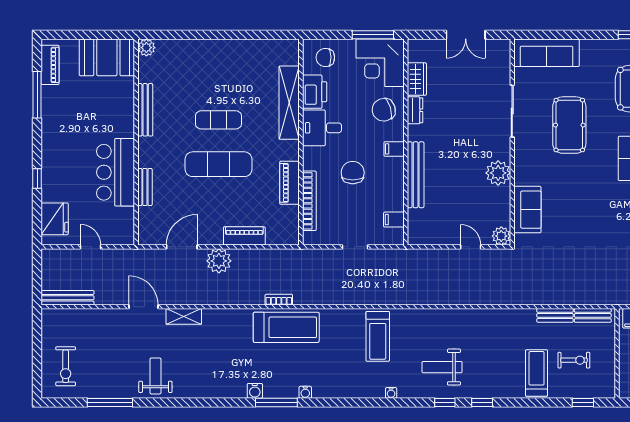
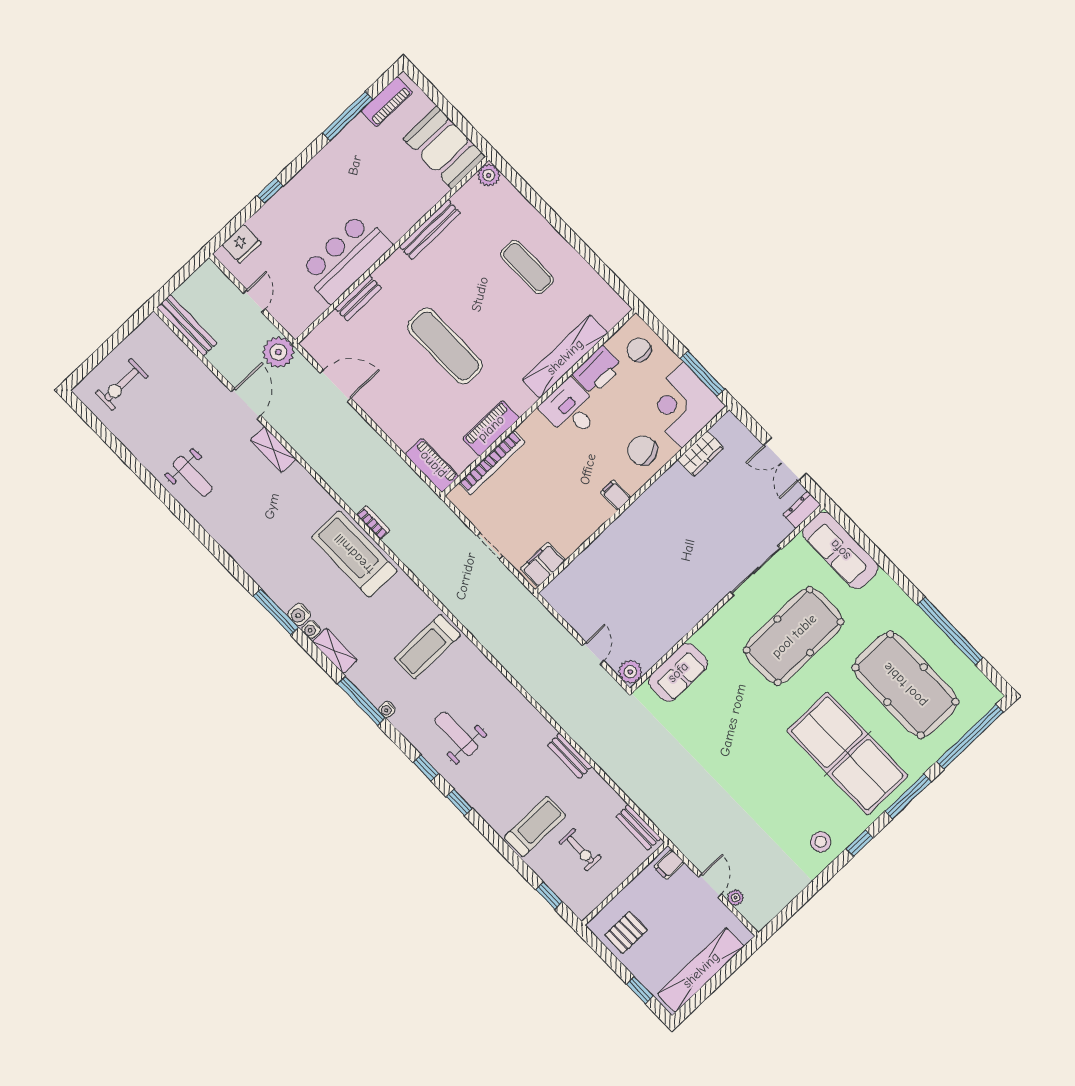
dresser: (415, 110) -> (802, 510), moved, turned 180
exercise mat: (218, 120) -> (527, 267), moved
pool table: (569, 125) -> (794, 636), width x1.36, depth x1.32
chair: (353, 173) -> (557, 478), removed
plant: (498, 173) -> (686, 613), removed
bench: (416, 175) -> (611, 538), removed
fridge: (55, 219) -> (241, 244), width x0.73, depth x0.75
filing cabinet: (394, 220) -> (543, 565), width x2.00
piano: (244, 236) -> (432, 465), moved
plant: (219, 261) -> (278, 352), moved
bench: (555, 315) -> (570, 756), moved
treadmill: (286, 327) -> (354, 554), turned 180
weight bench: (155, 376) -> (193, 476), turned 90
shelving: (330, 390) -> (335, 651), added
water cooler: (255, 391) -> (299, 614), moved
window: (110, 402) -> (361, 701), moved

